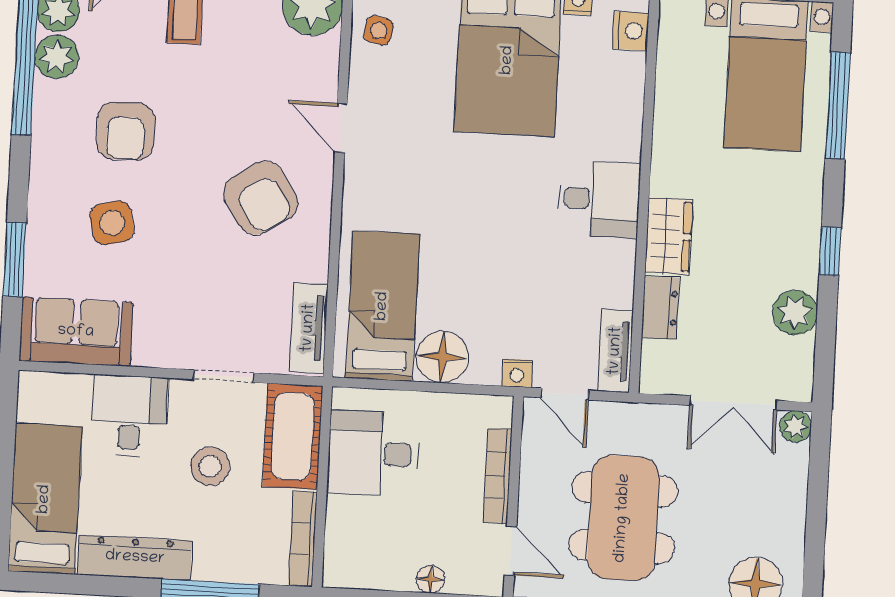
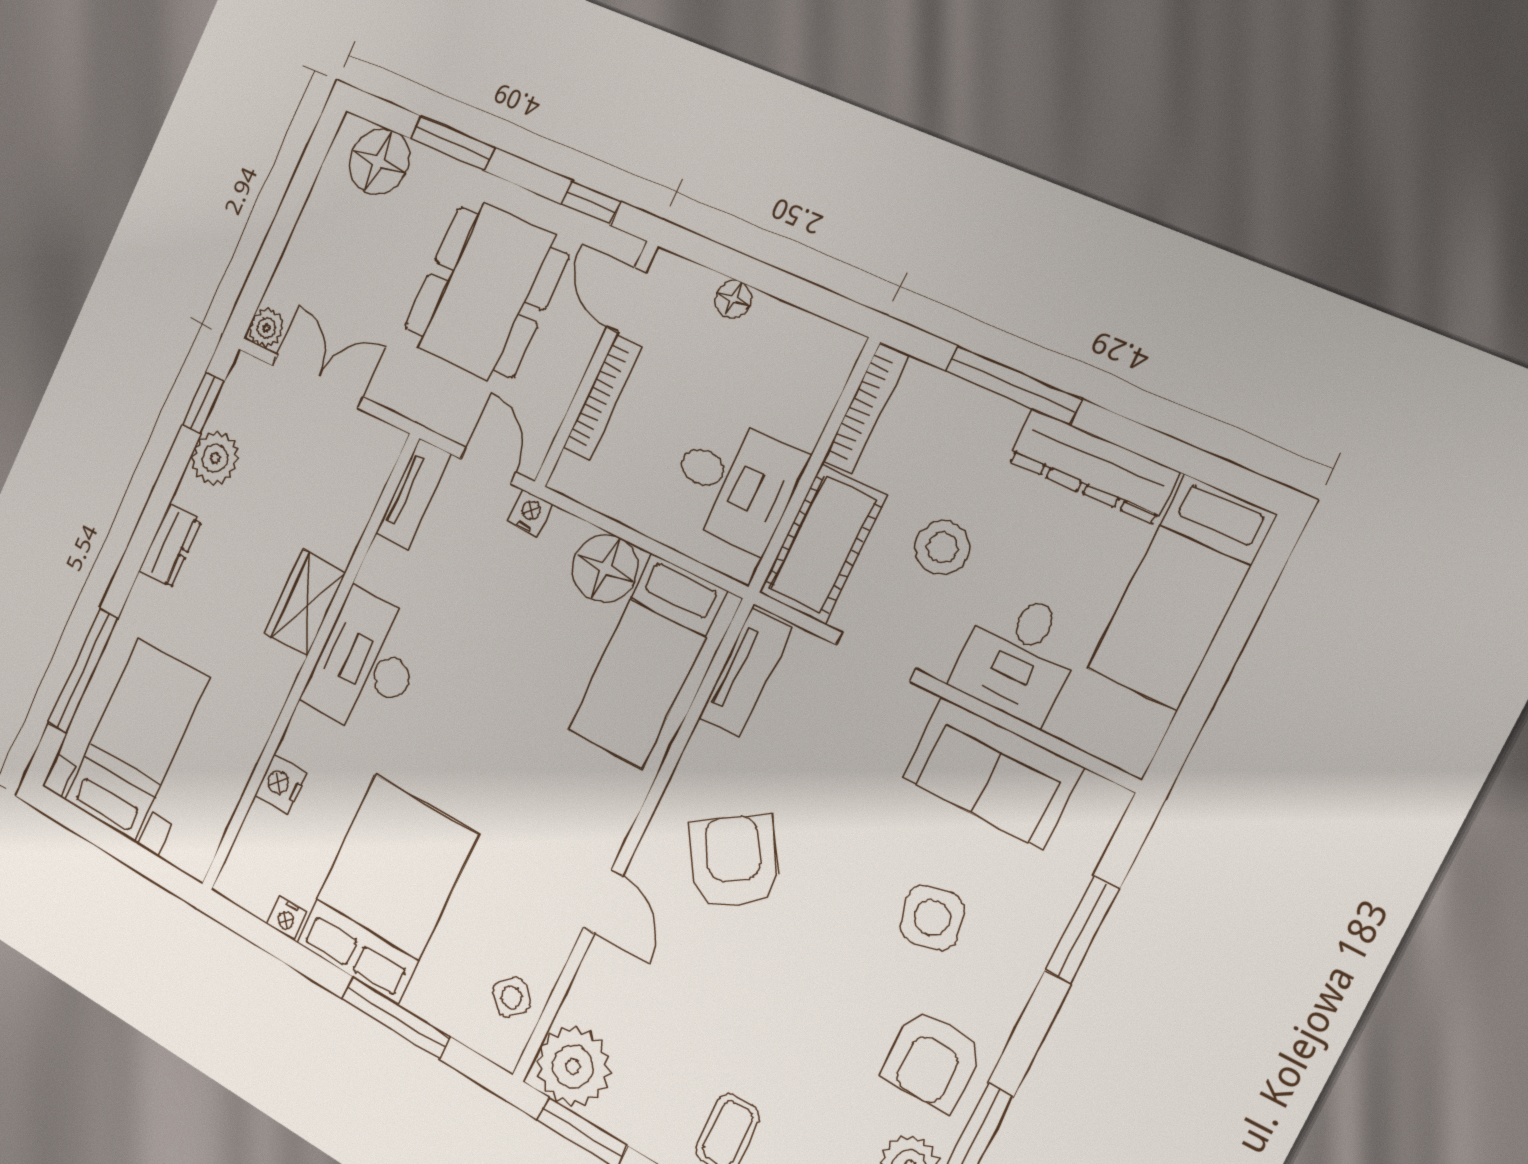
side table: (379, 30) -> (512, 997), turned 35
nightstand: (631, 31) -> (281, 784), moved
armchair: (126, 131) -> (932, 1060), moved, turned 180
desk: (599, 199) -> (366, 664), width x1.37
window: (830, 251) -> (203, 403), moved
dresser: (660, 308) -> (170, 546), moved, turned 180
sofa: (76, 332) -> (992, 773), moved

